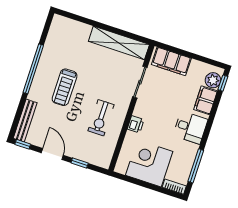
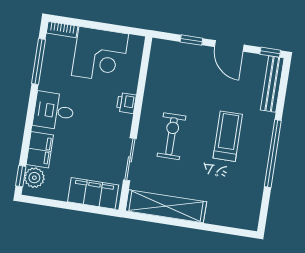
exercise bike: (101, 118) -> (171, 136), moved

